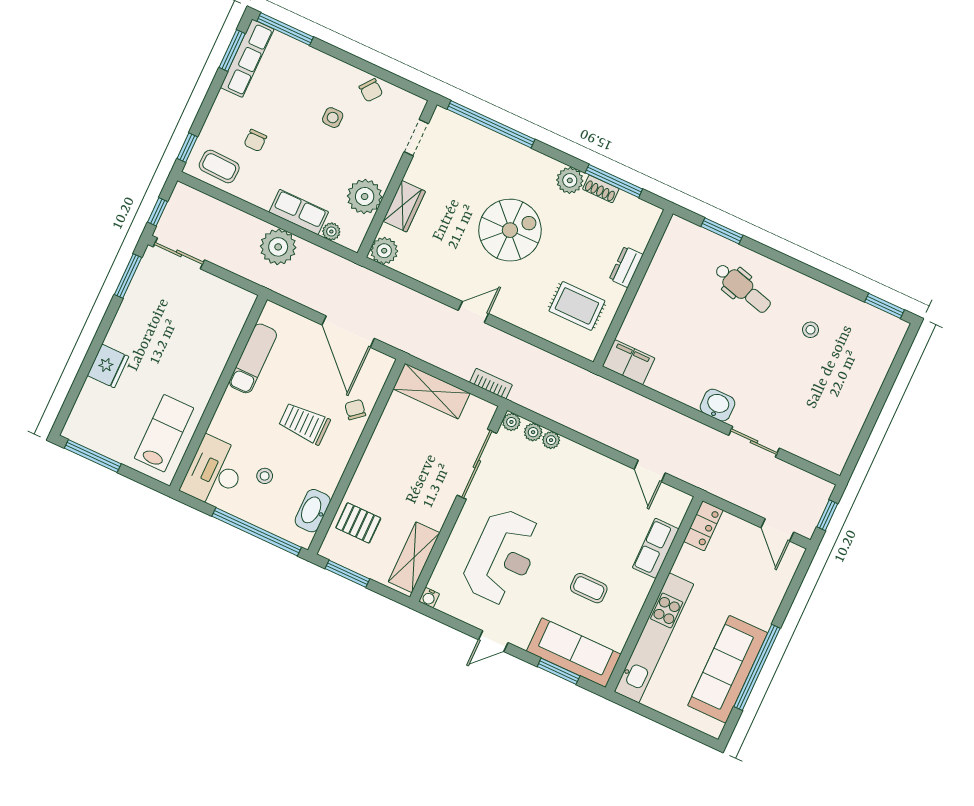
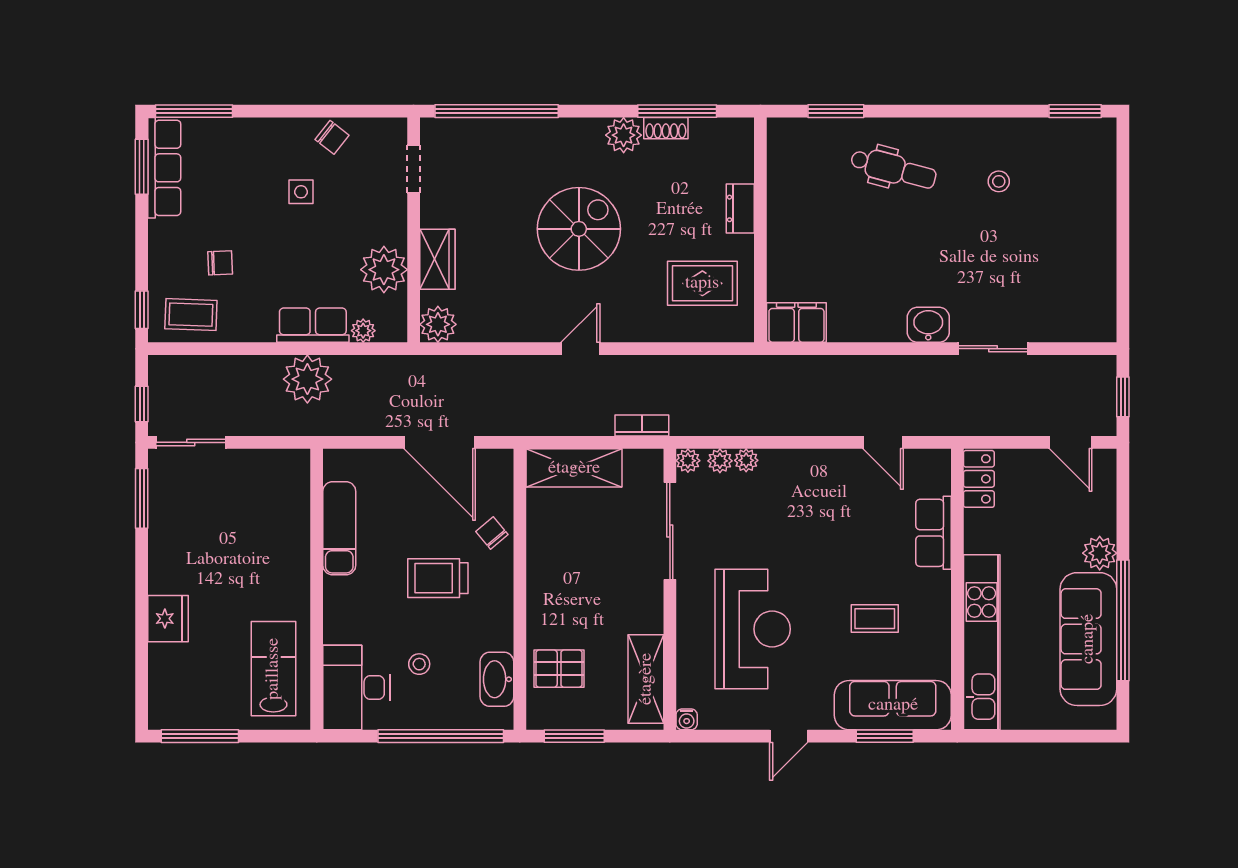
chair: (255, 140) -> (220, 263), turned -92
plant: (762, 614) -> (1100, 553), added

